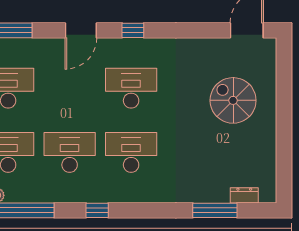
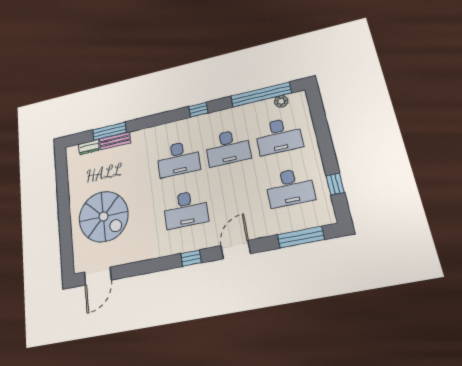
spiral stairs: (233, 100) -> (104, 217), width x1.37, depth x1.37
bench: (209, 195) -> (115, 141), added

